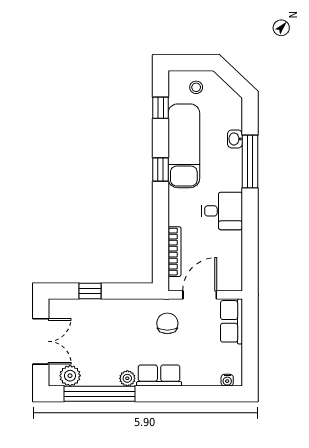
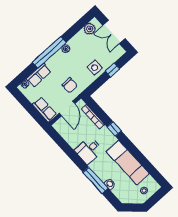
window: (161, 108) -> (151, 169), removed
window: (161, 170) -> (114, 129), moved
side table: (111, 317) -> (95, 68), added
row of seats: (159, 375) -> (39, 75), moved
window: (100, 394) -> (49, 52), moved

